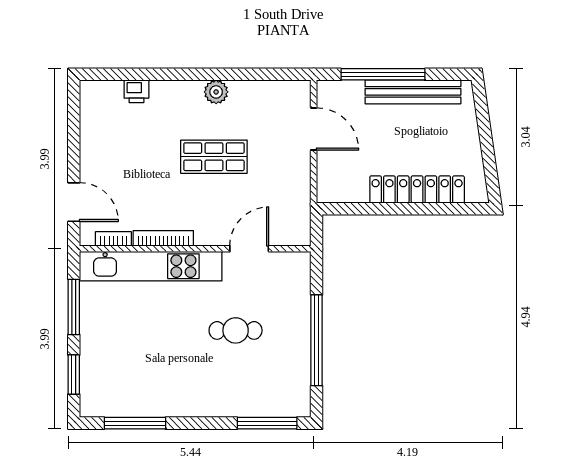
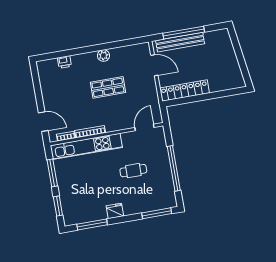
bench: (413, 92) -> (180, 42), moved
locker: (417, 189) -> (185, 91), moved
door: (249, 249) -> (144, 127), moved
fridge: (185, 404) -> (115, 211), added

